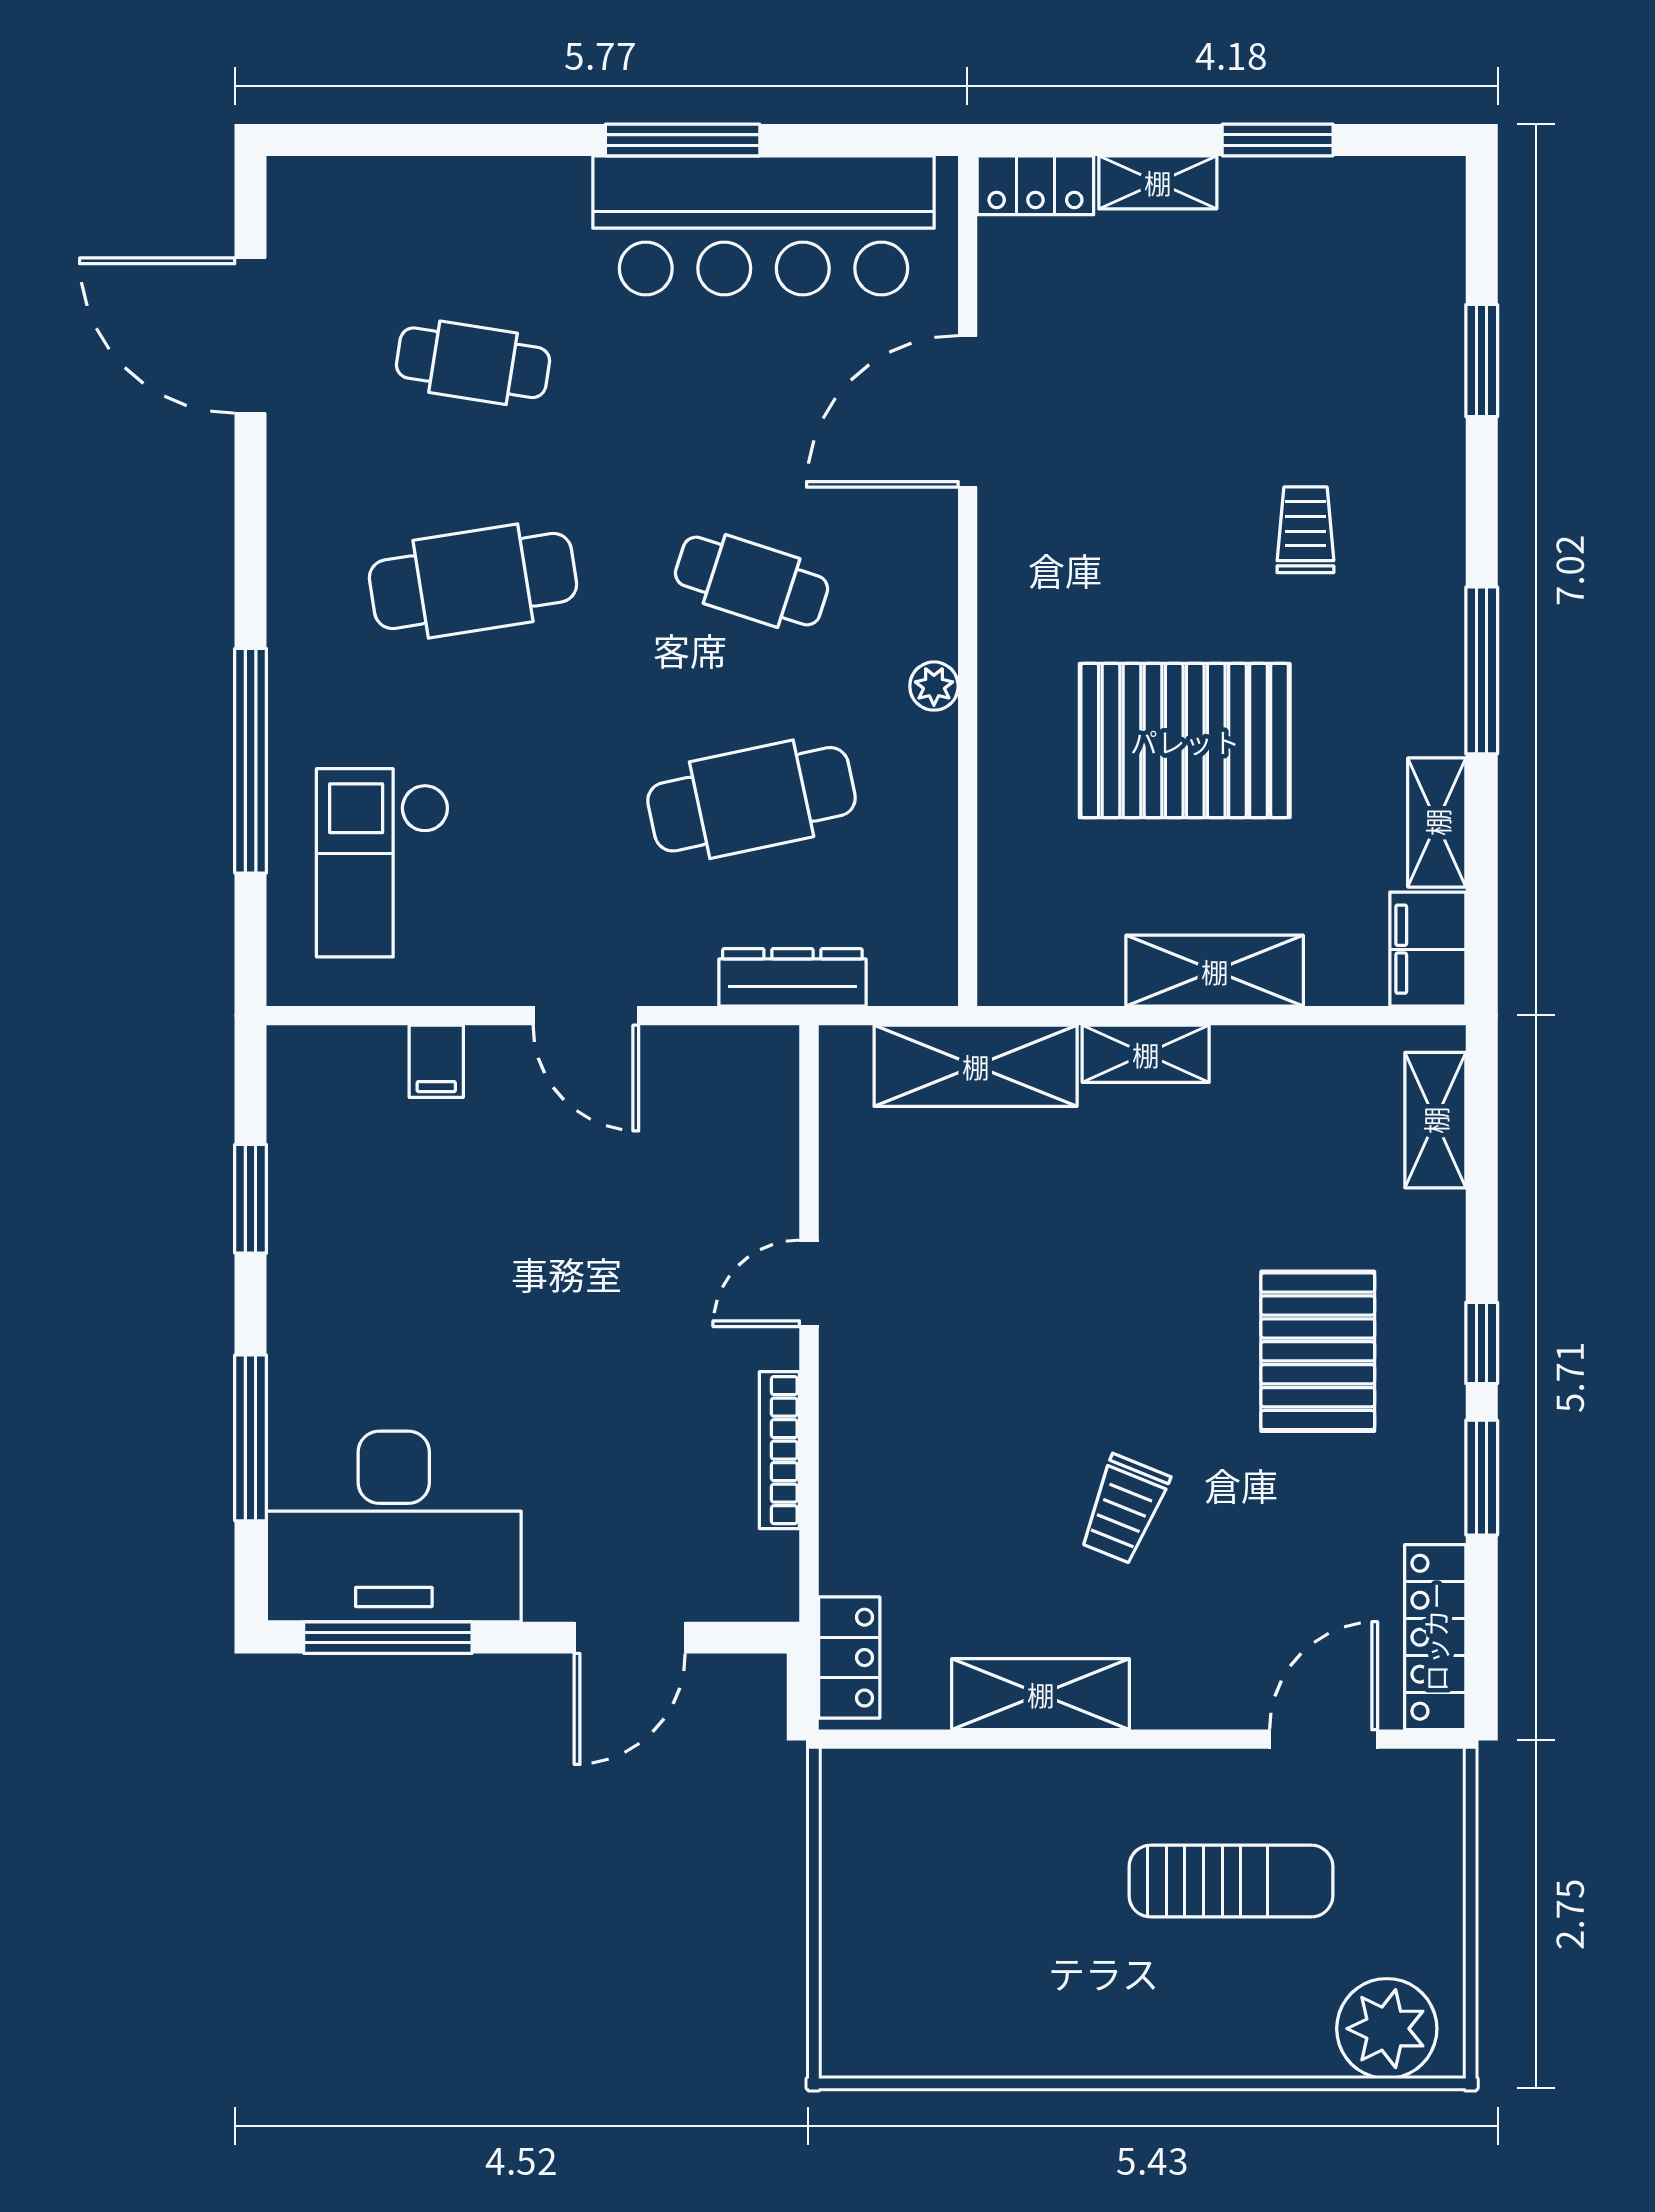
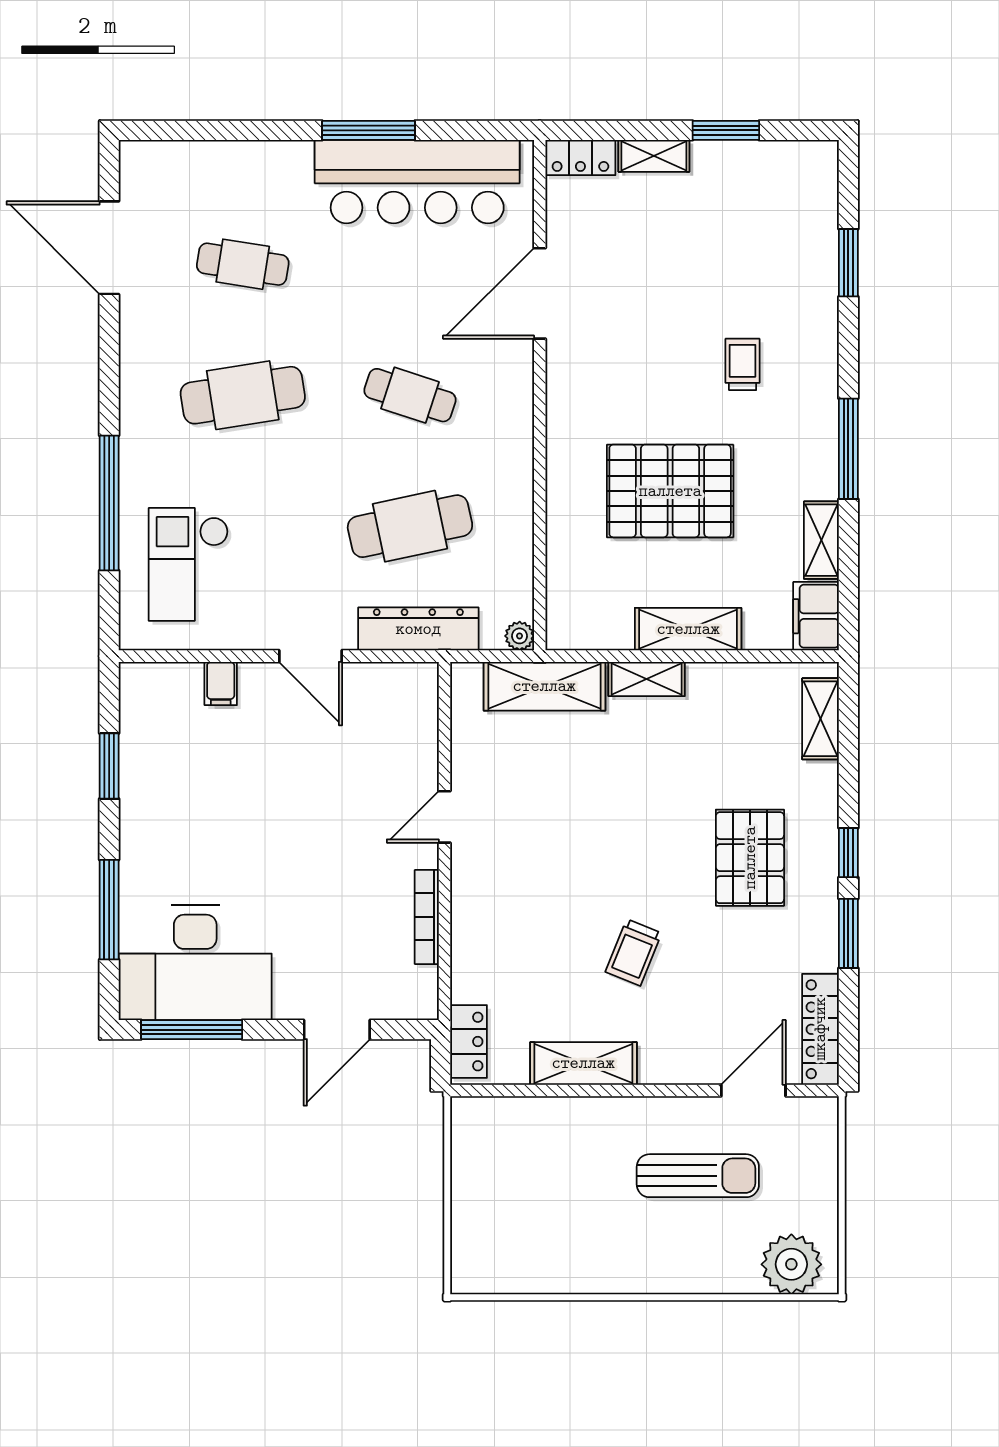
plant: (934, 686) -> (520, 636), moved
dresser: (792, 977) -> (418, 629), width x1.37, depth x1.24

